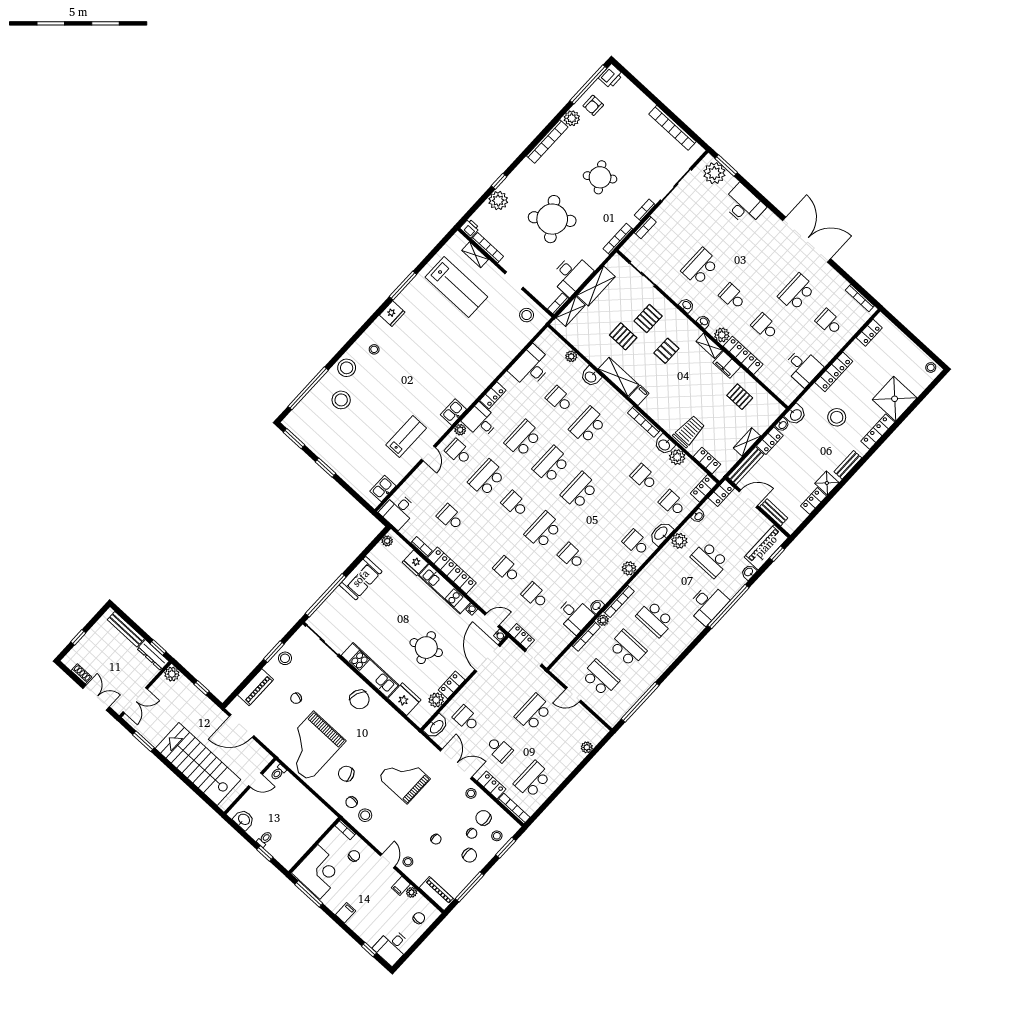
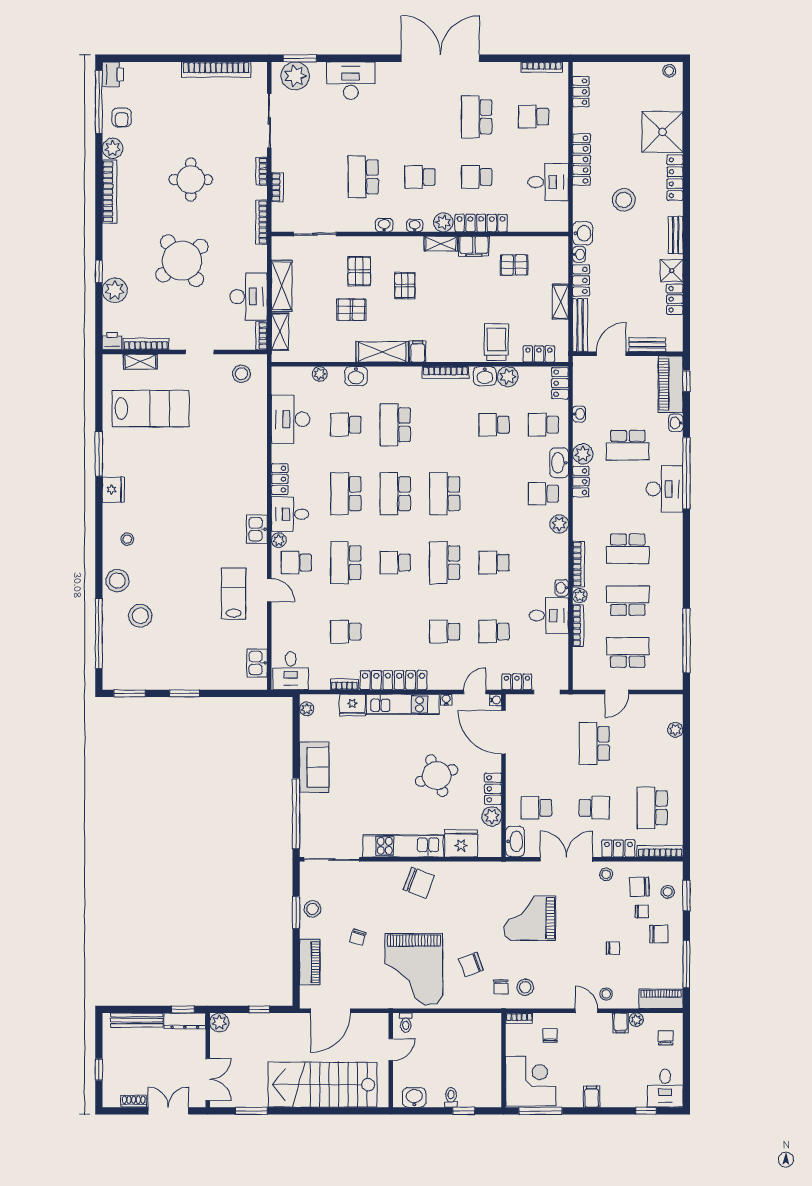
round table: (600, 177) -> (191, 180), turned 35
locker: (721, 493) -> (581, 482), moved

